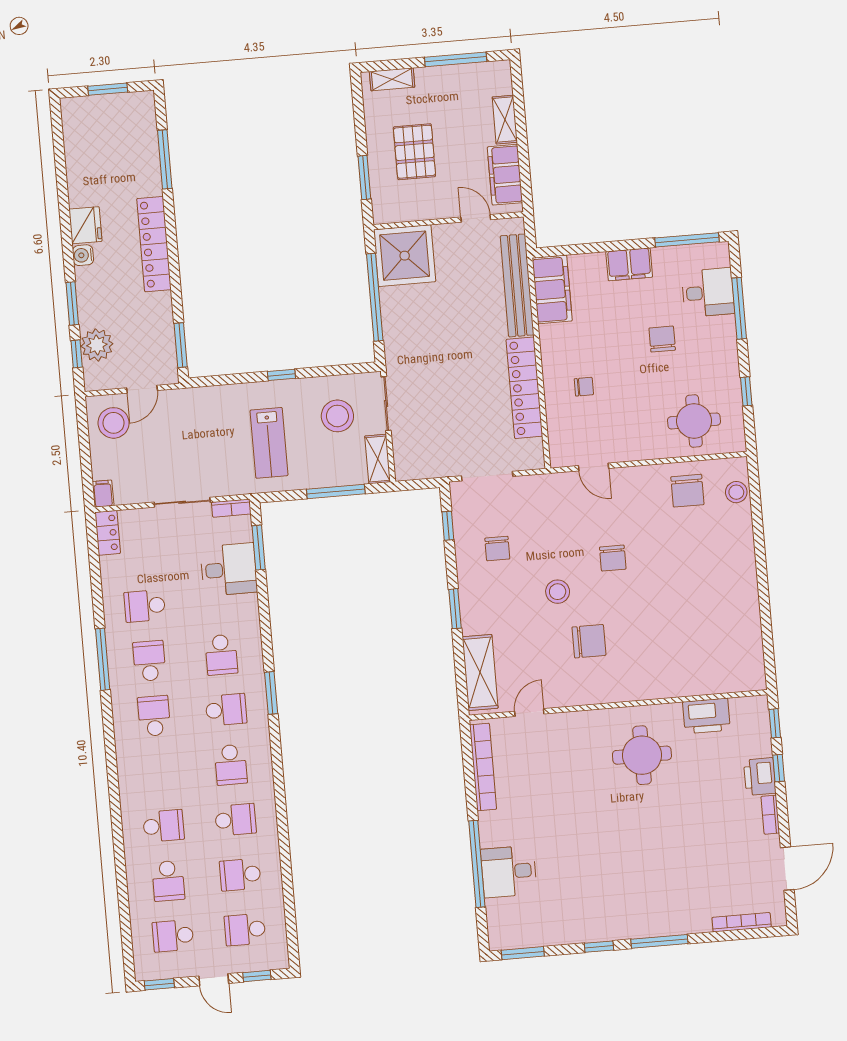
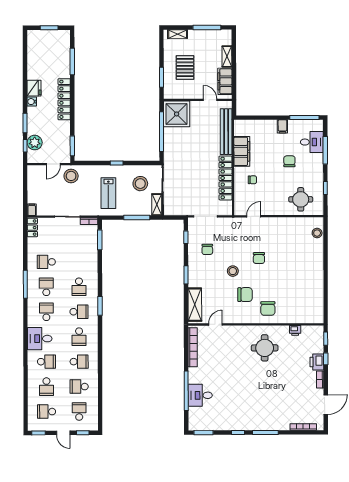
filing cabinet: (629, 264) -> (282, 126), width x0.50
filing cabinet: (552, 289) -> (242, 151), moved
stool: (114, 423) -> (71, 176), moved
door: (594, 467) -> (254, 216), swing flipped
chair: (687, 491) -> (268, 308), moved
desk: (229, 569) -> (40, 339), moved, turned 180
printer: (707, 716) -> (295, 330), width x0.53, depth x0.68
school desk: (245, 930) -> (79, 411), turned 90

